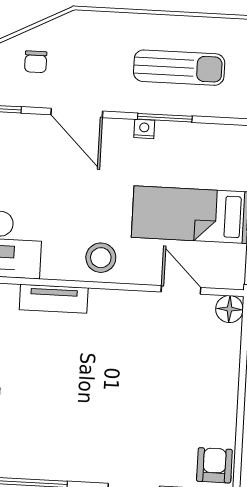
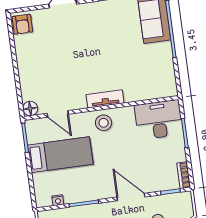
nightstand: (144, 129) -> (58, 200), moved
tv unit: (54, 299) -> (105, 99), moved

